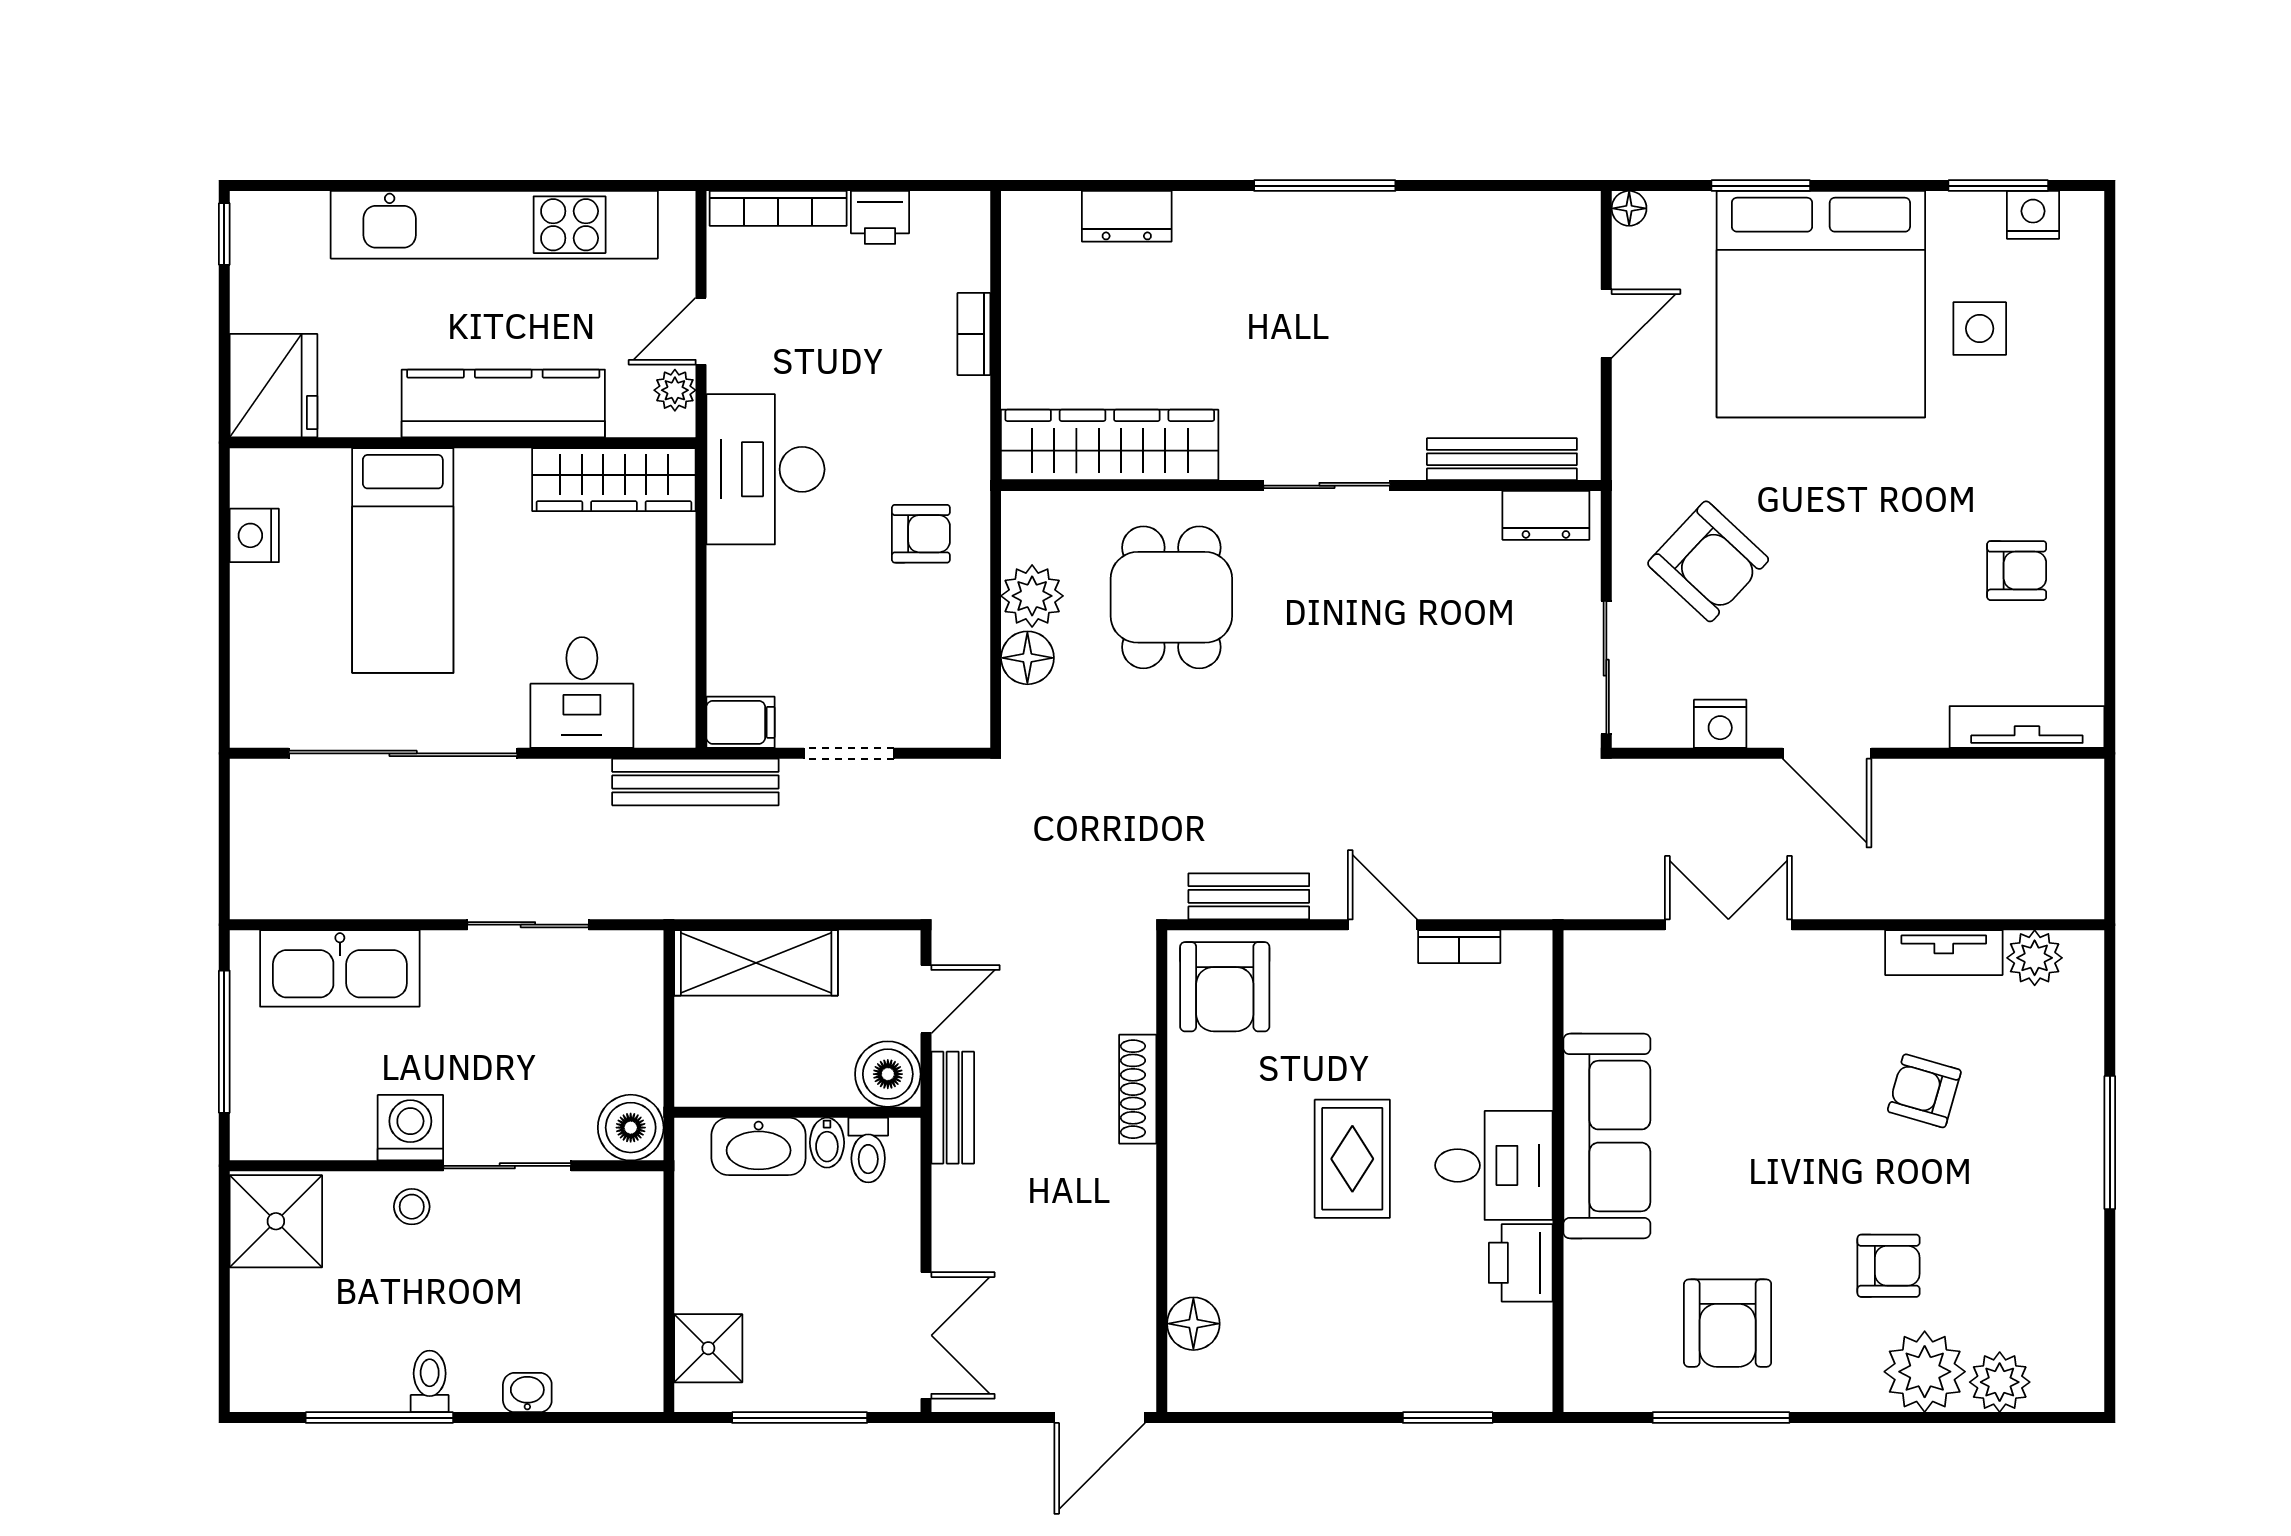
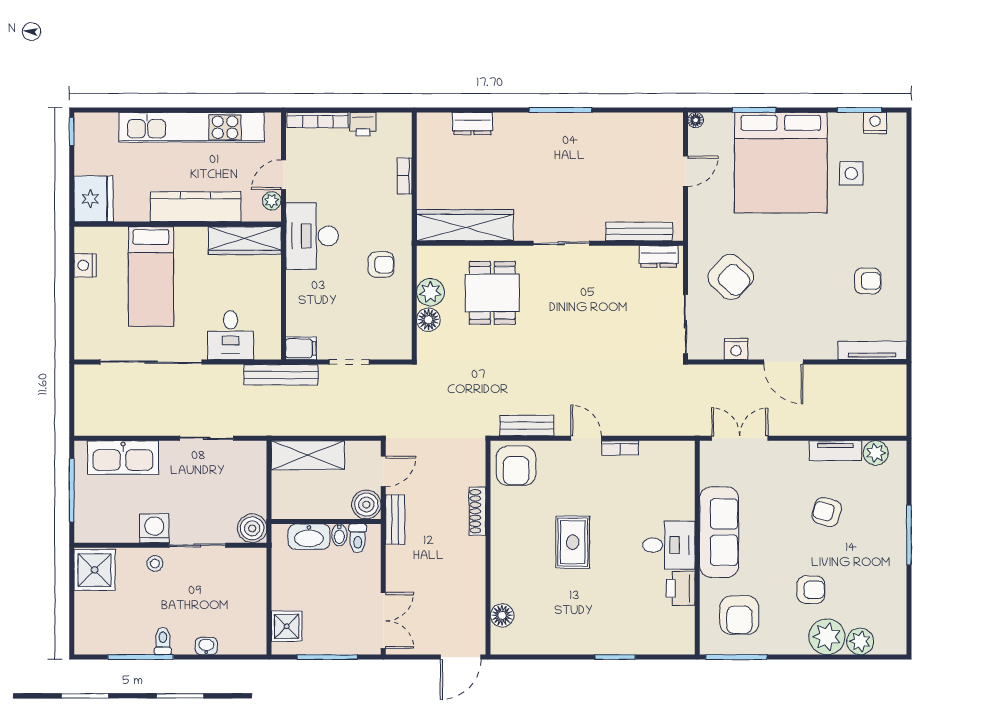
sofa: (1607, 1136) -> (719, 532), moved
desk: (1494, 1165) -> (669, 545), moved
wall: (1558, 1171) -> (697, 548), moved
printer: (1521, 1263) -> (681, 588), moved

